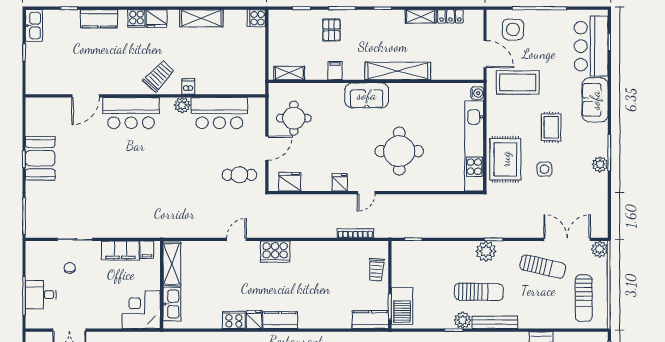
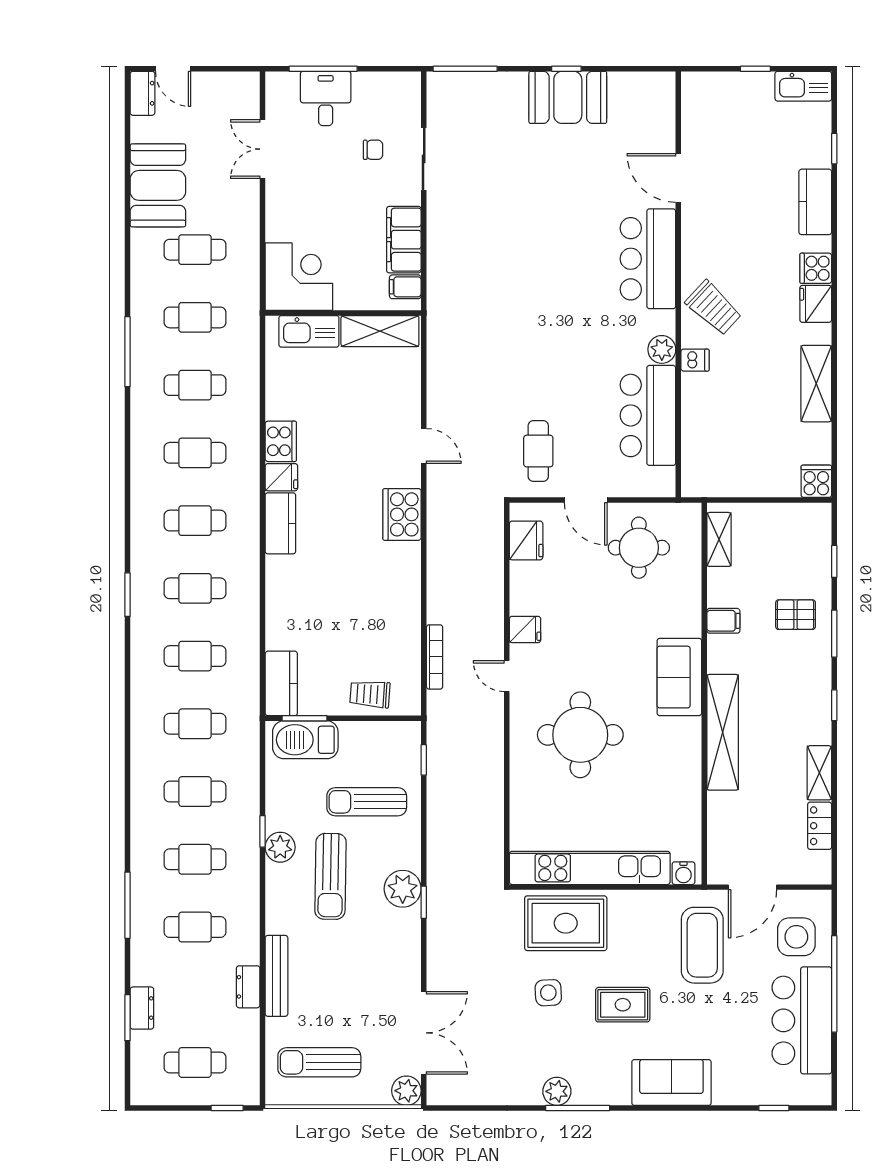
bar counter: (591, 46) -> (802, 1020), moved, turned -90
sun lounger: (543, 267) -> (367, 802), moved, turned 77
bench: (495, 322) -> (276, 976), moved

